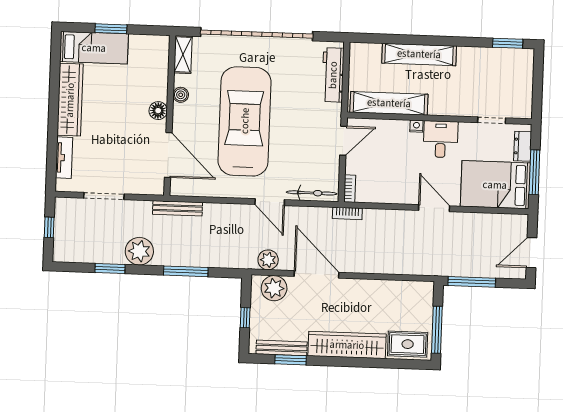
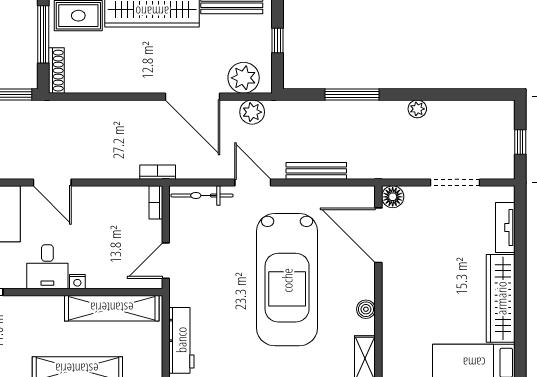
floor lamp: (158, 111) -> (393, 197), moved
bench: (177, 208) -> (316, 171), moved
plant: (139, 251) -> (417, 109), width x0.53, depth x0.53
window: (110, 269) -> (444, 94), removed
shoe rack: (427, 300) -> (56, 71), added

